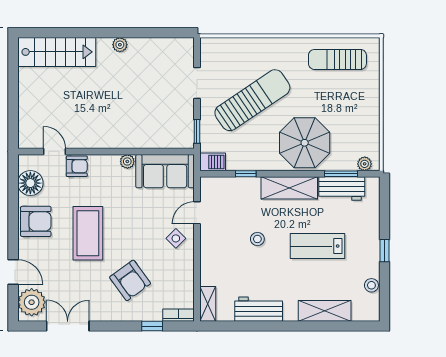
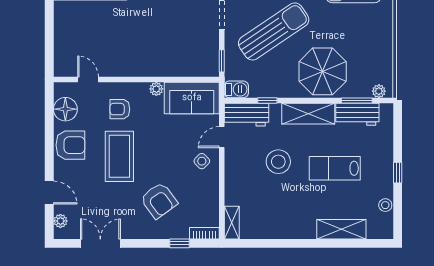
armchair: (77, 166) -> (120, 109), moved, turned 180
stool: (257, 239) -> (278, 162), width x1.89, depth x1.89
plant: (32, 302) -> (60, 221), width x0.53, depth x0.53
workbench: (259, 309) -> (246, 115), moved, turned 180

